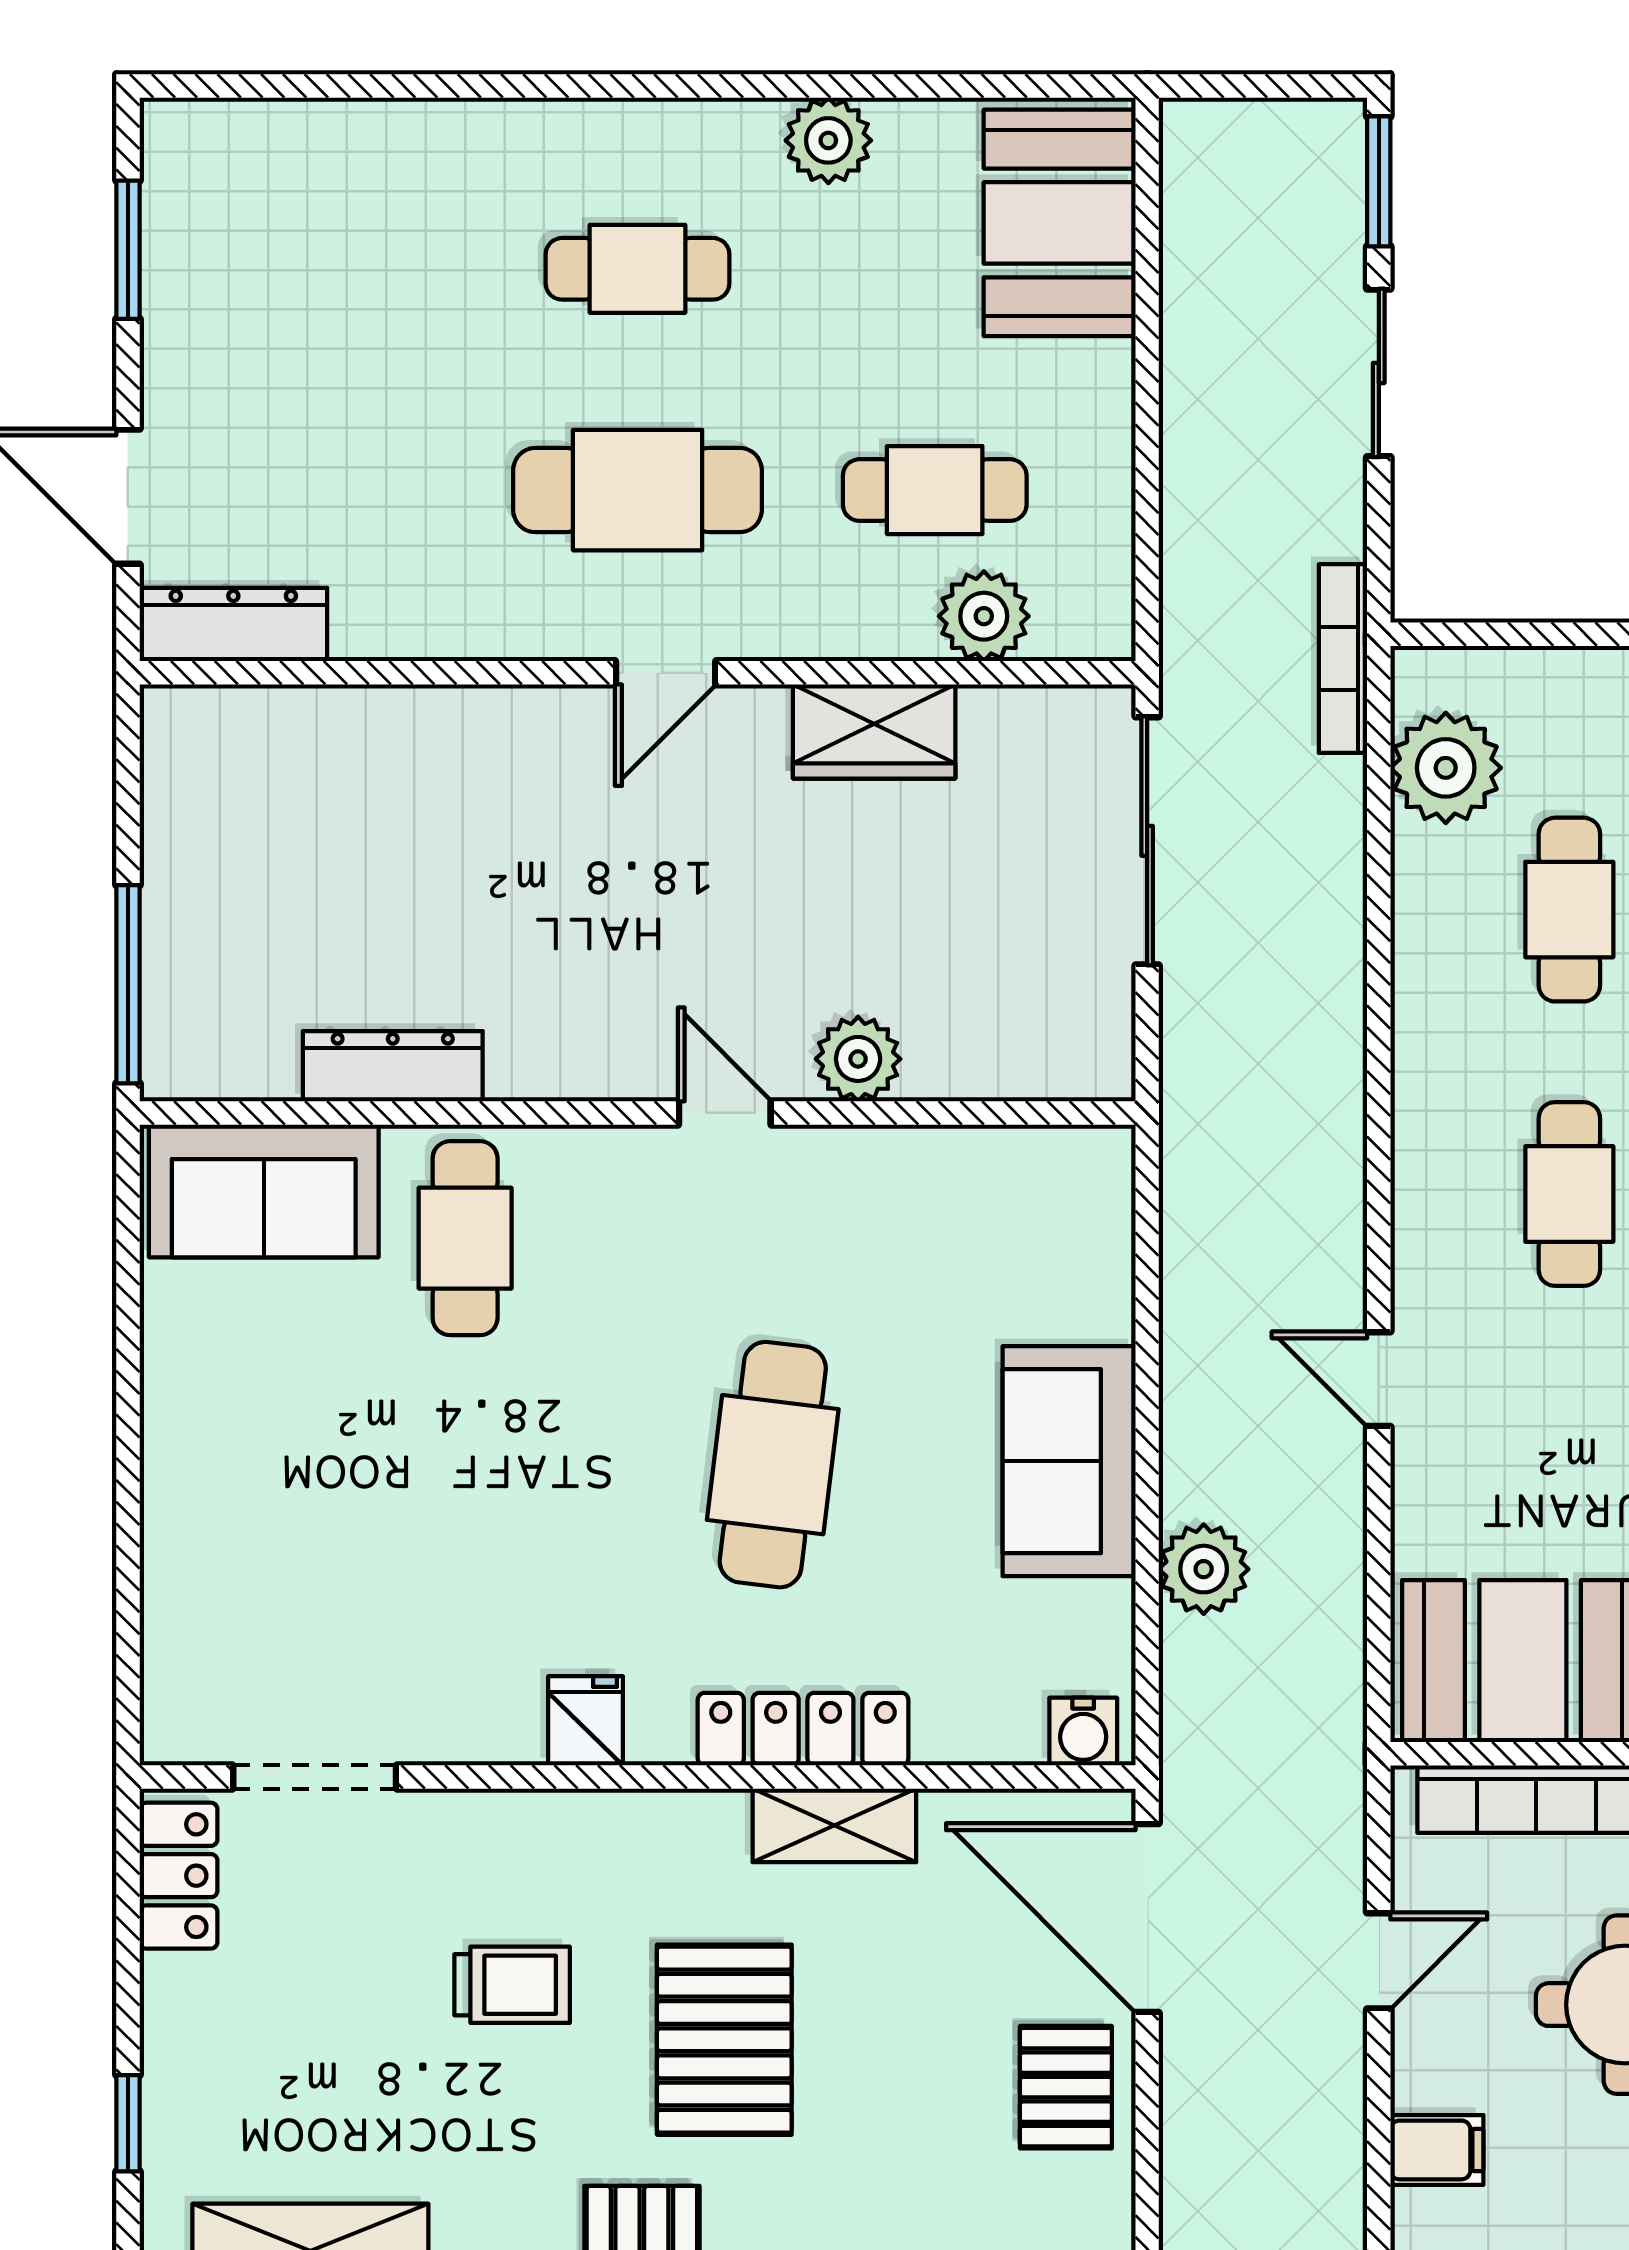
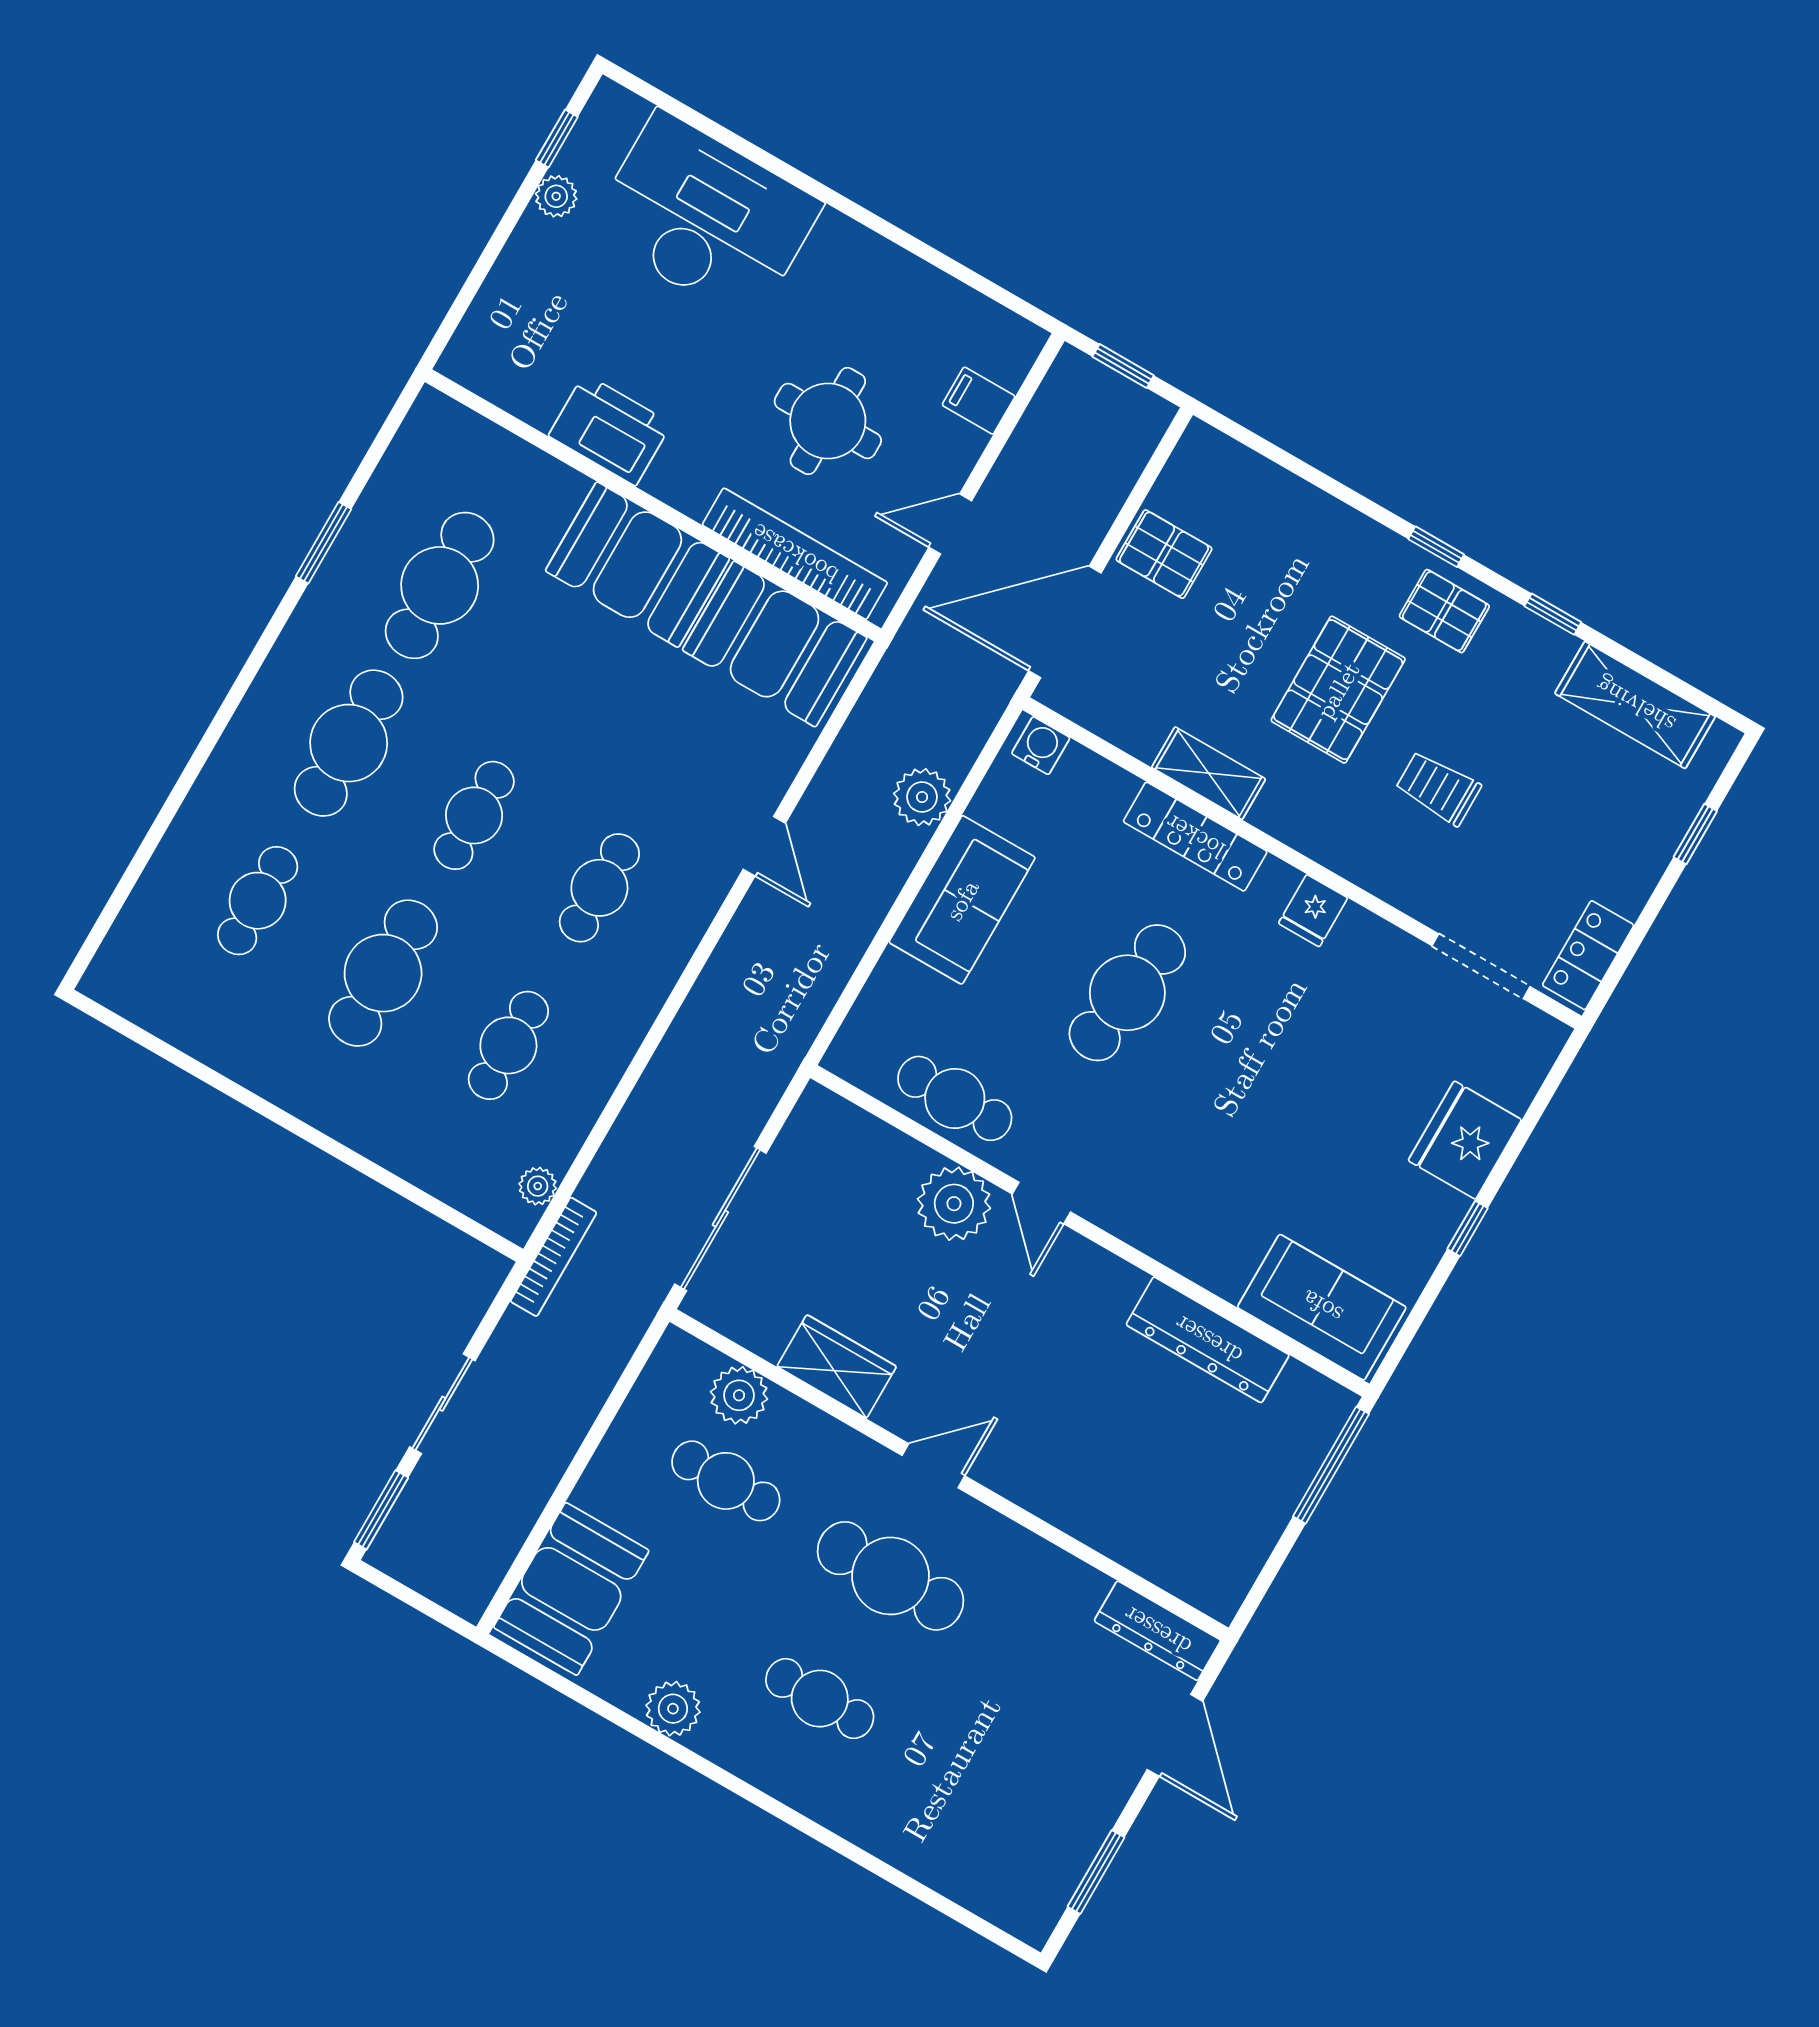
plant: (1446, 768) -> (538, 1186), width x0.53, depth x0.53
plant: (858, 1059) -> (954, 1204), width x1.36, depth x1.36
dresser: (393, 1066) -> (1208, 1340), width x1.37, depth x1.24
cafe table: (465, 1238) -> (955, 1098), moved, turned 90
window: (128, 1411) -> (1468, 1229), added
fridge: (201, 1529) -> (1465, 1140), added
door: (1147, 1918) -> (1065, 622), swing flipped
pallet: (1066, 2087) -> (1164, 554), turned 90

